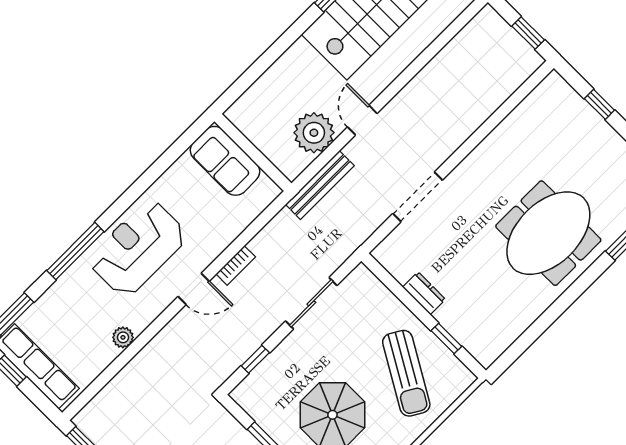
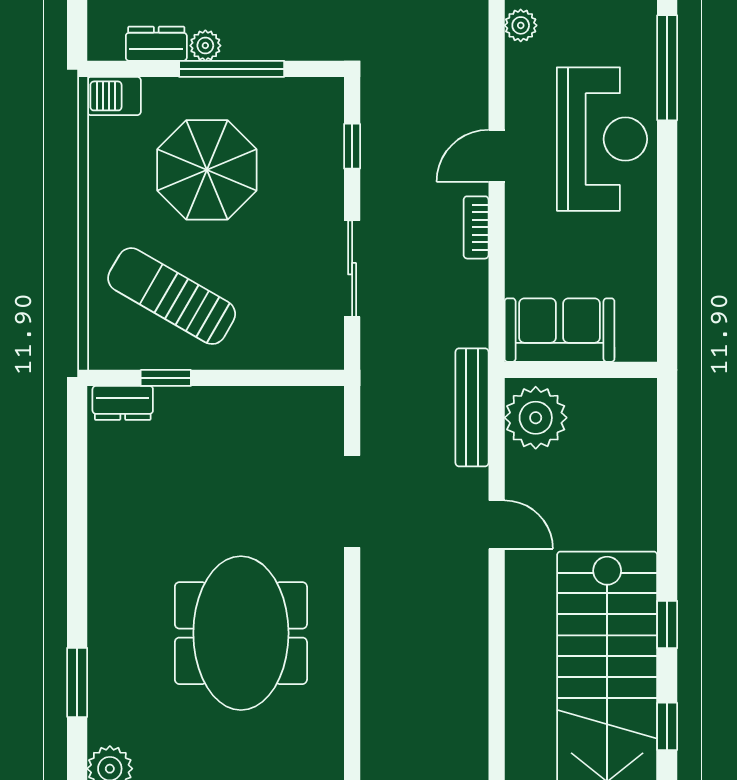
plant: (314, 133) -> (536, 418), moved
sofa: (225, 161) -> (560, 330), moved
meeting table: (548, 233) -> (241, 633), moved
dresser: (424, 293) -> (123, 403), moved

